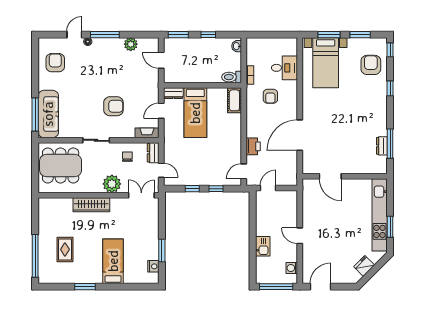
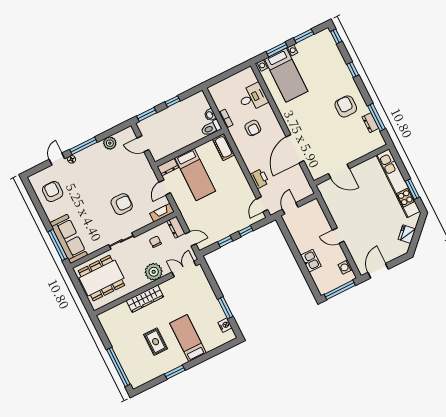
washbasin: (237, 46) -> (210, 115), moved
armchair: (371, 65) -> (346, 107), moved
rug: (65, 249) -> (156, 342), moved

